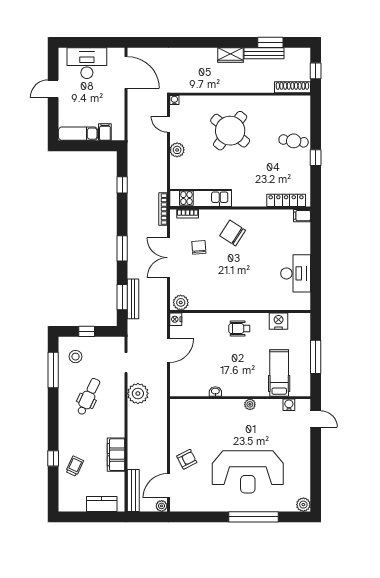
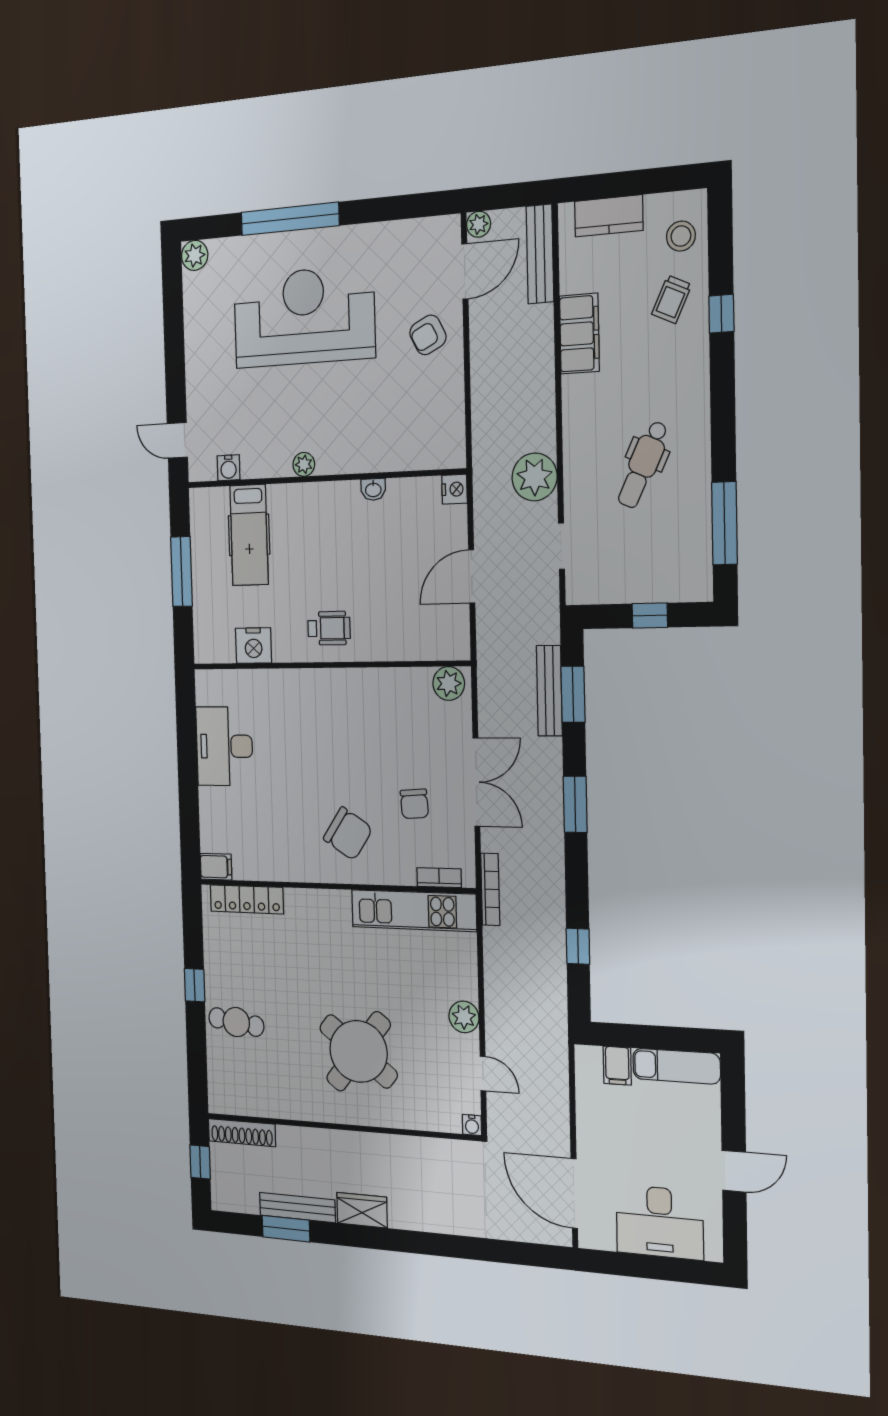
nightstand: (176, 319) -> (455, 489), moved
stool: (76, 357) -> (681, 236), moved

